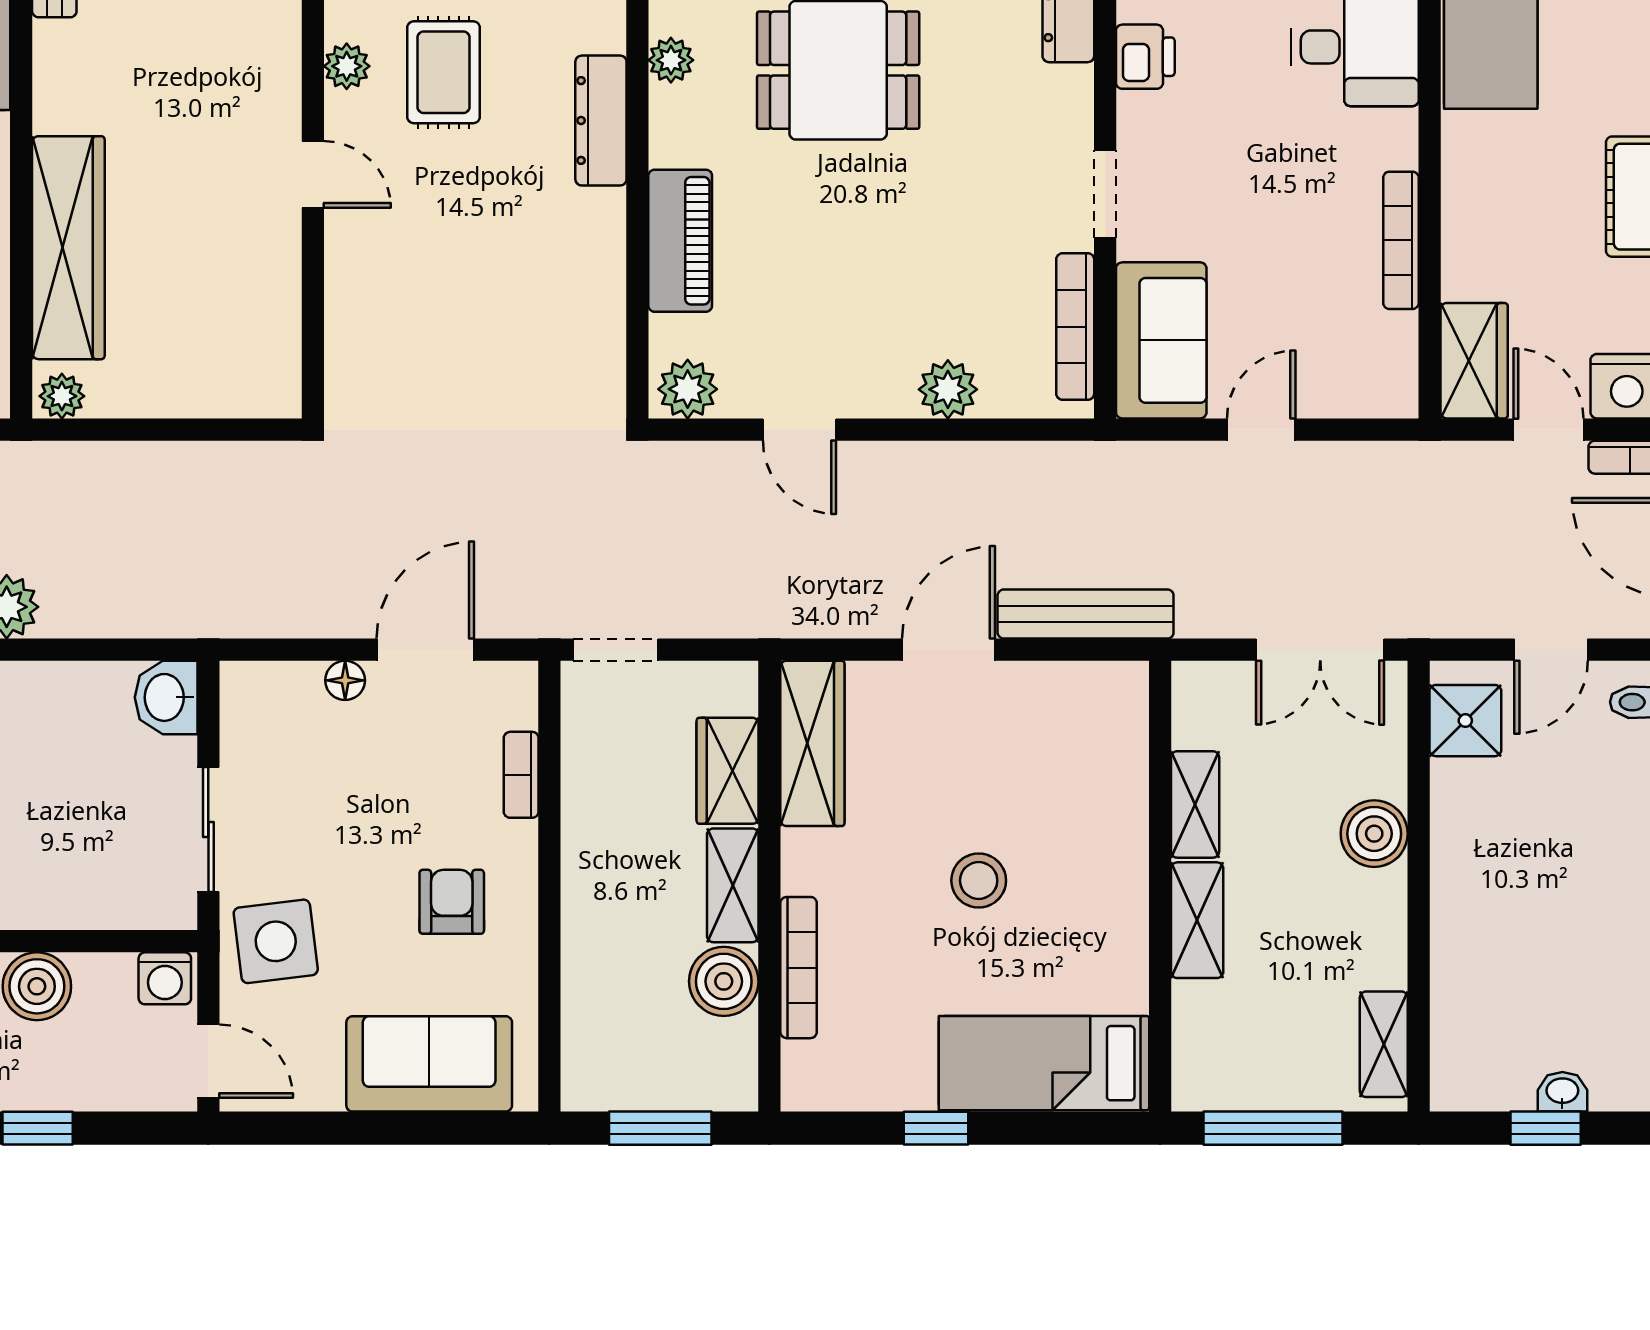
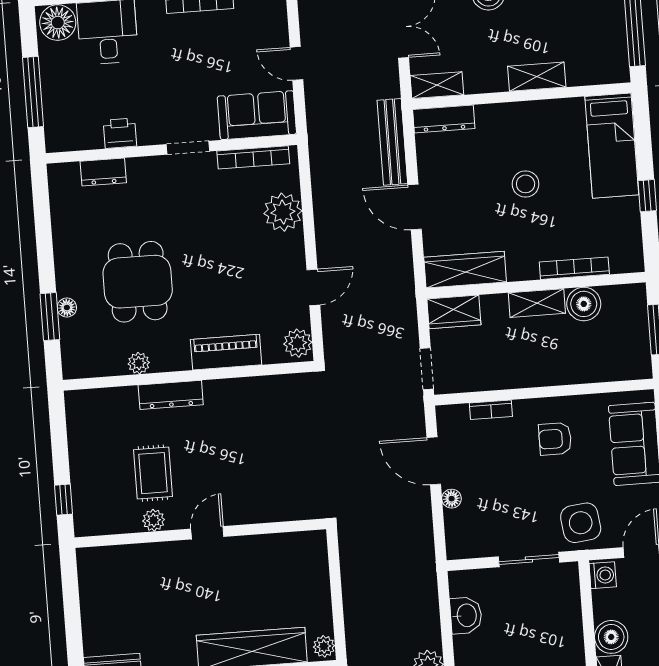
rug: (444, 72) -> (153, 473), turned 90
plant: (948, 389) -> (283, 212), width x1.36, depth x1.36
washbasin: (166, 697) -> (466, 615), moved, turned -90
dresser: (1125, 723) -> (444, 119), added
wardrobe: (728, 771) -> (454, 312), moved
shelving: (1195, 804) -> (437, 85), moved

